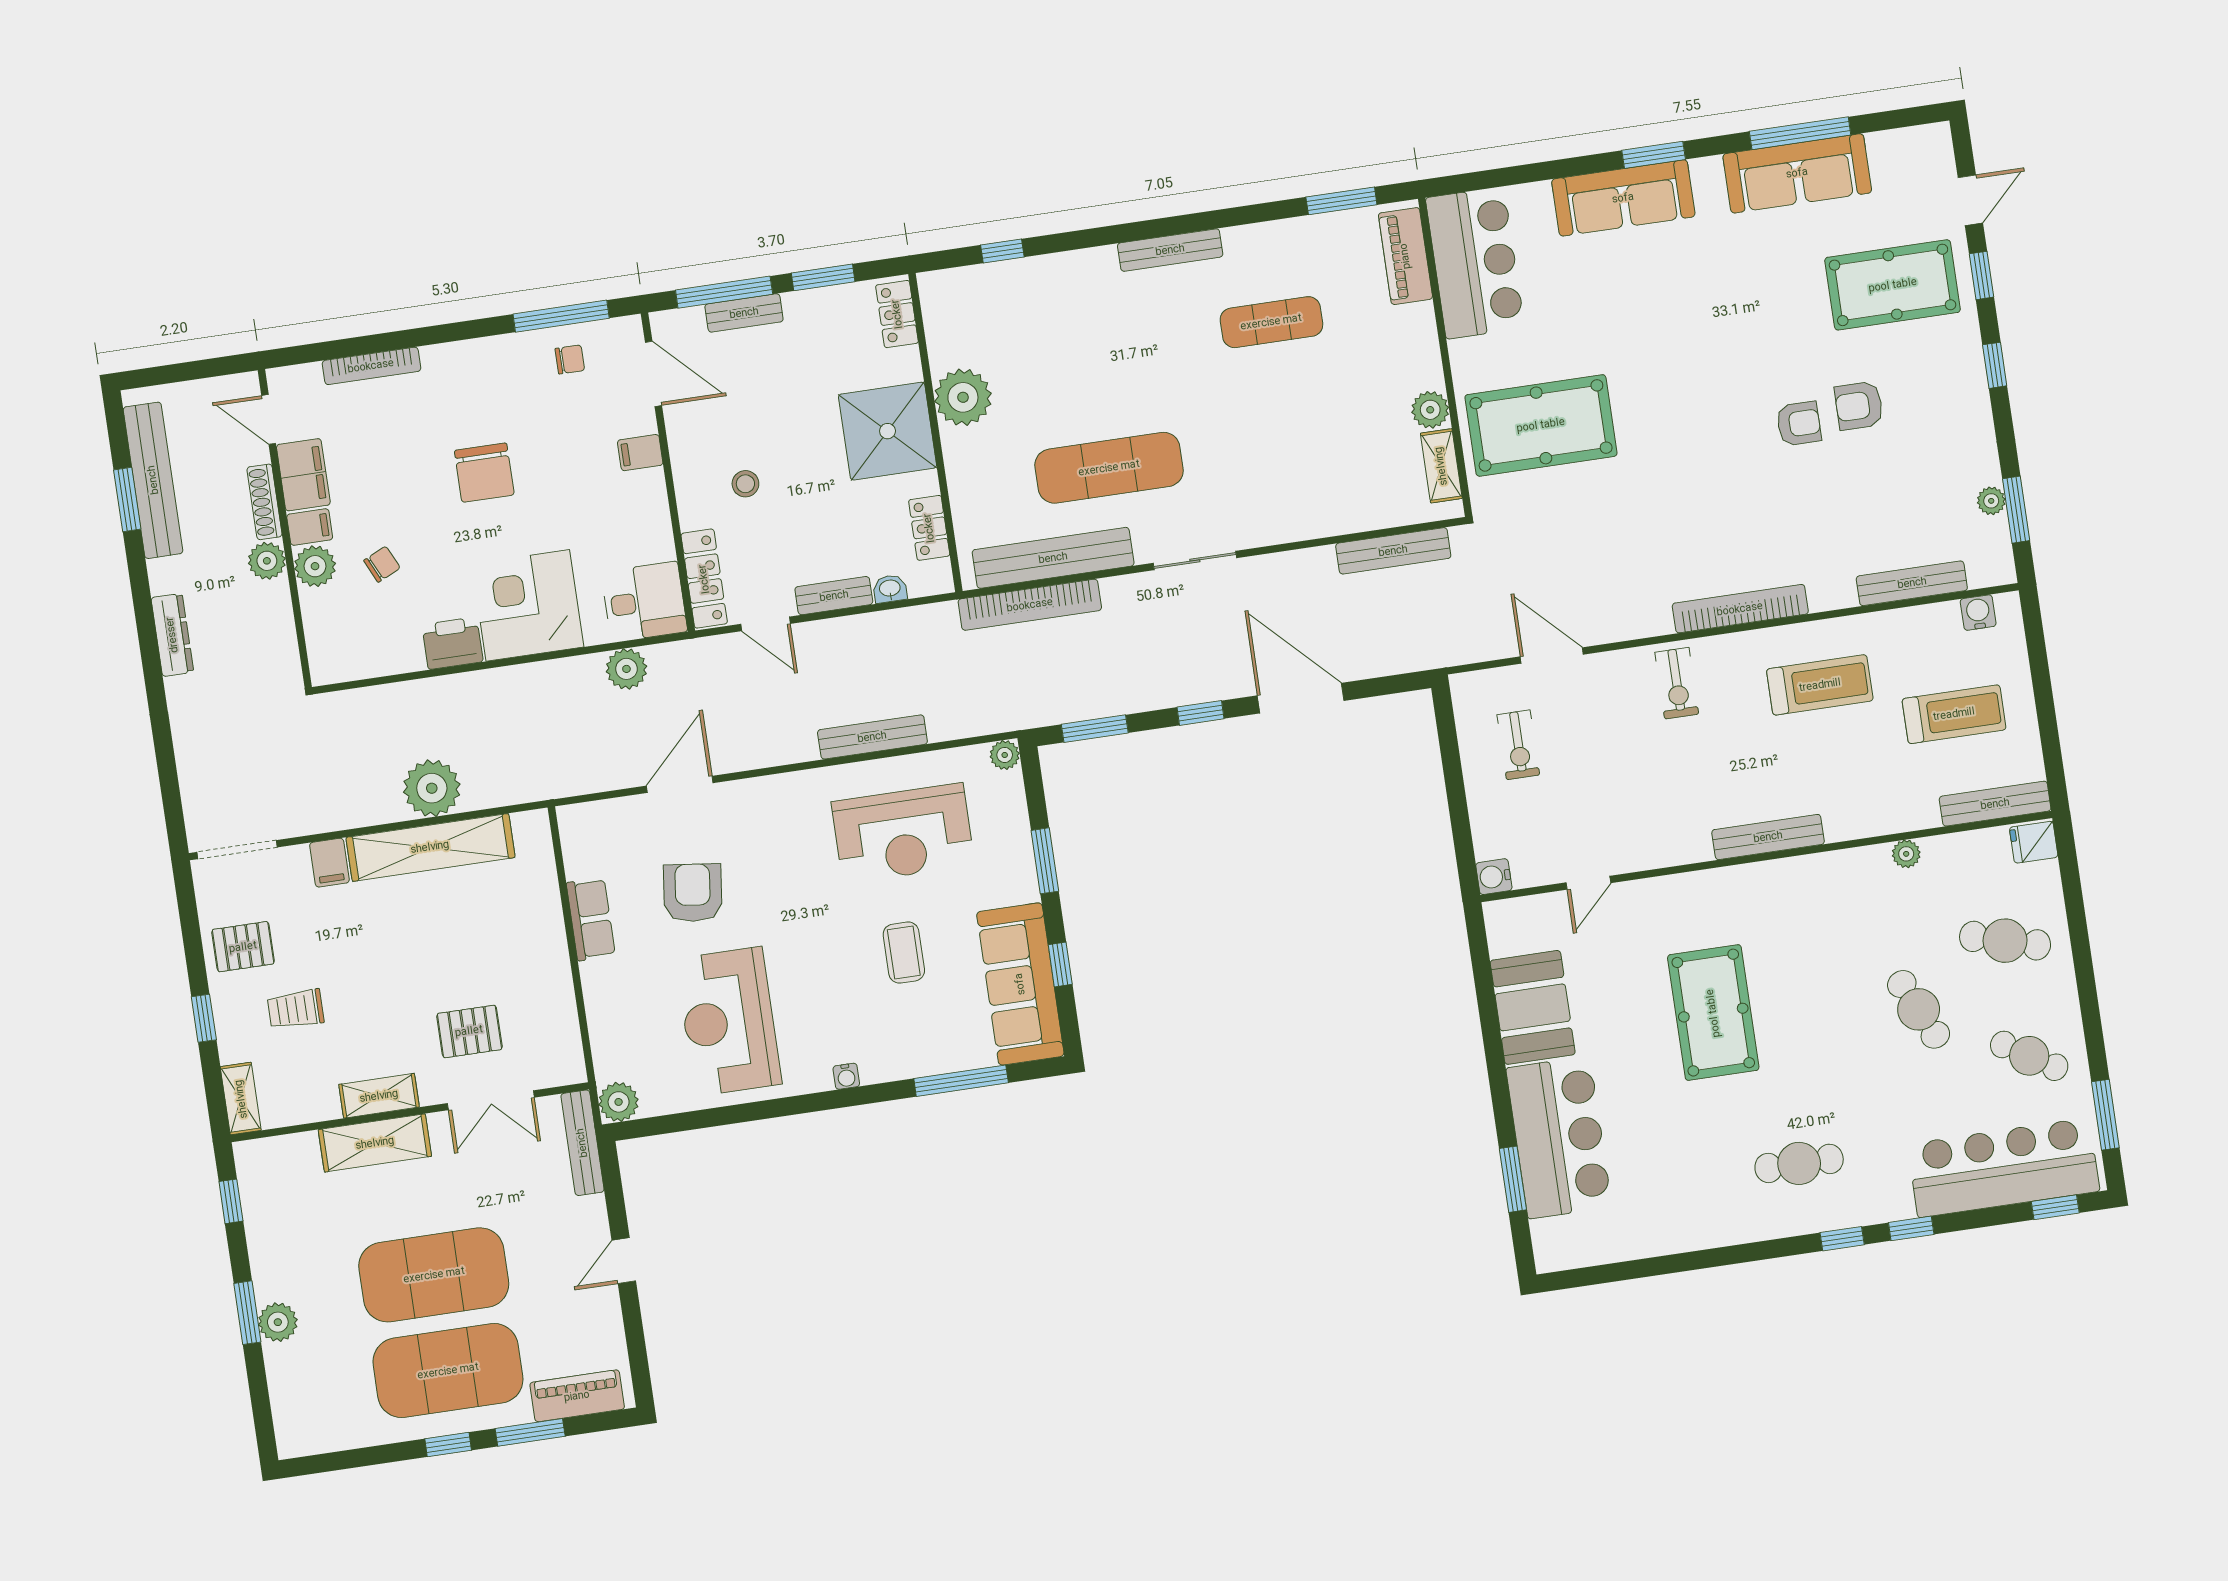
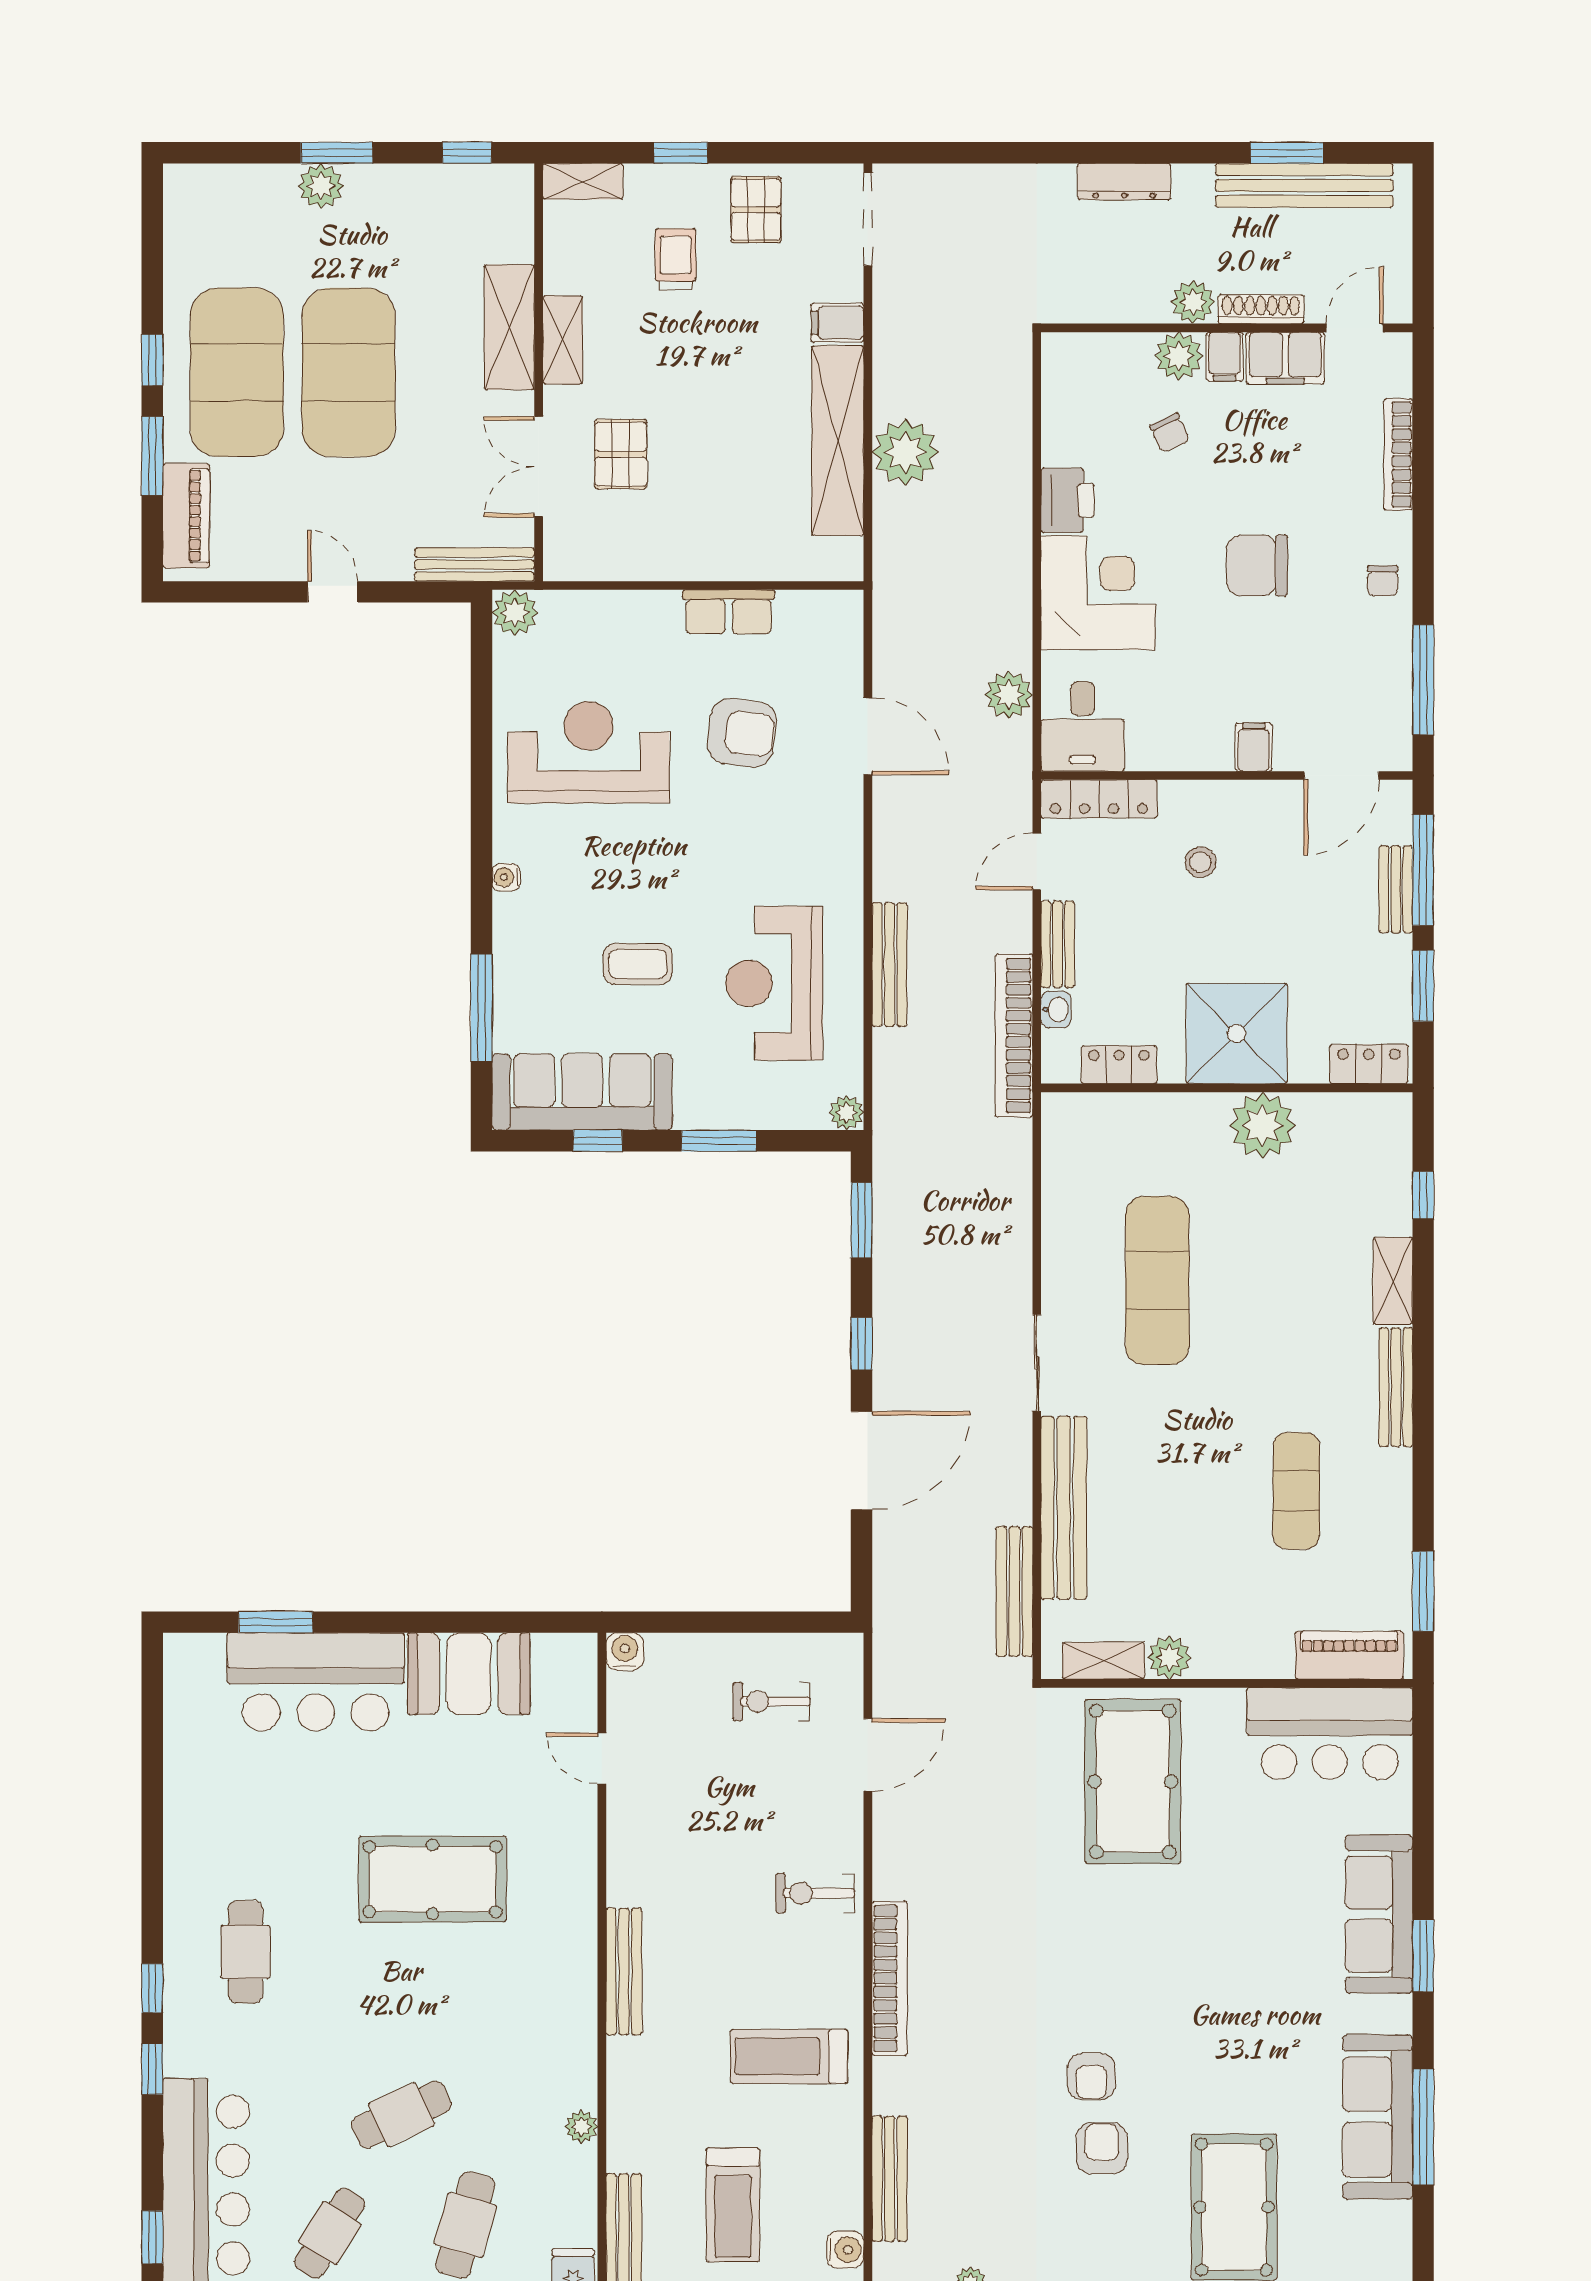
shelving: (1079, 266) -> (1393, 1281), added
chair: (570, 359) -> (1383, 581), moved
bench: (1053, 558) -> (1064, 1508), moved
bookcase: (1030, 605) -> (1014, 1035), moved
treadmill: (1820, 685) -> (789, 2056), turned 90

